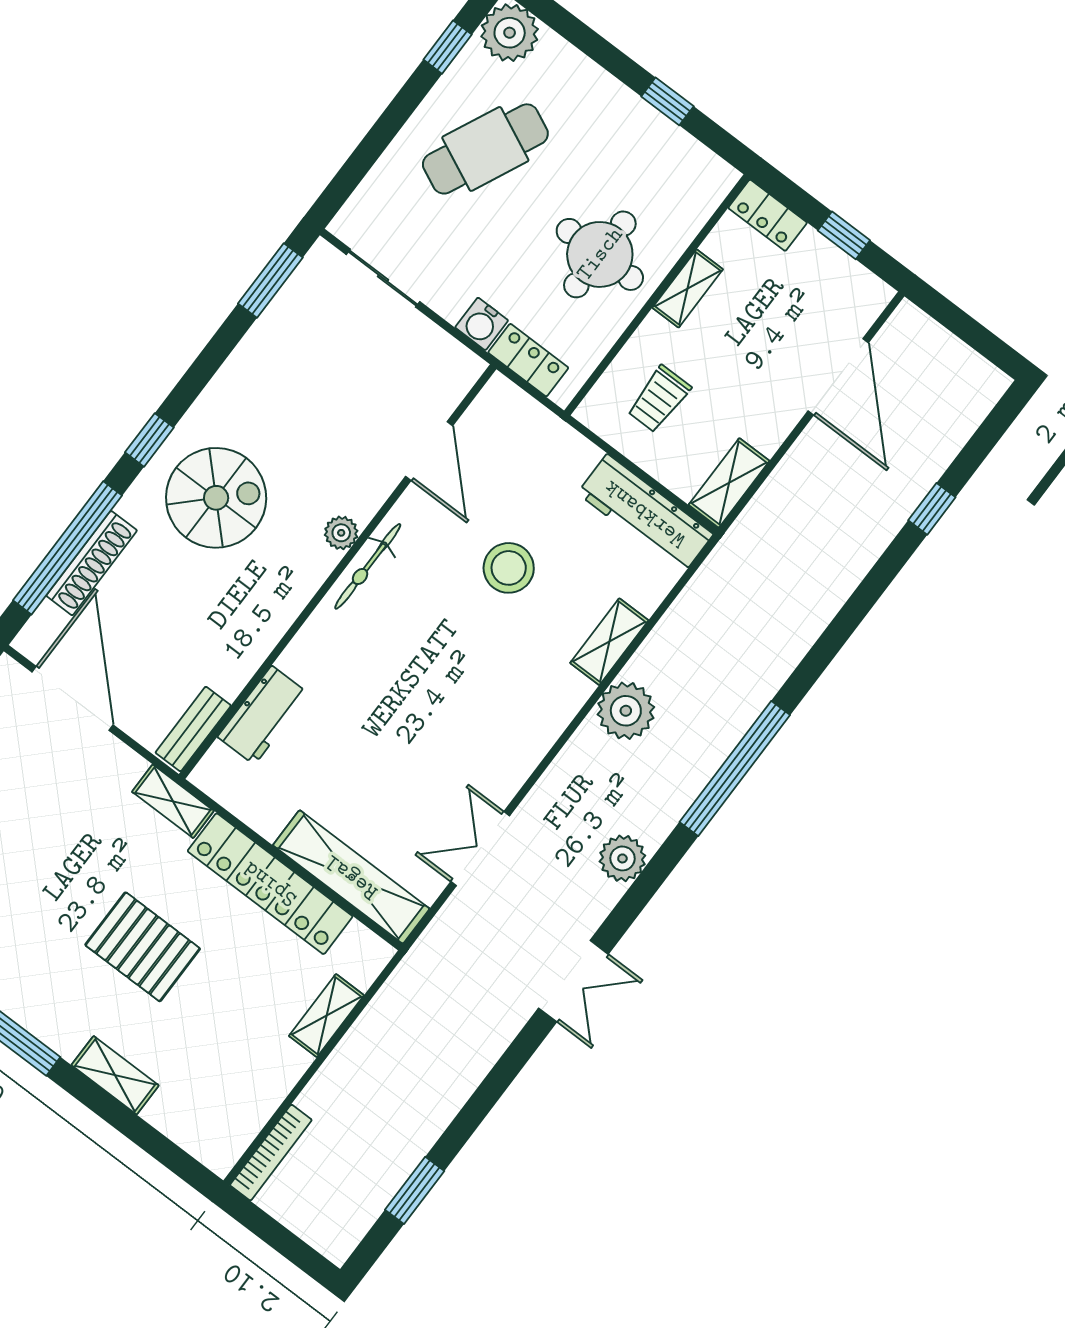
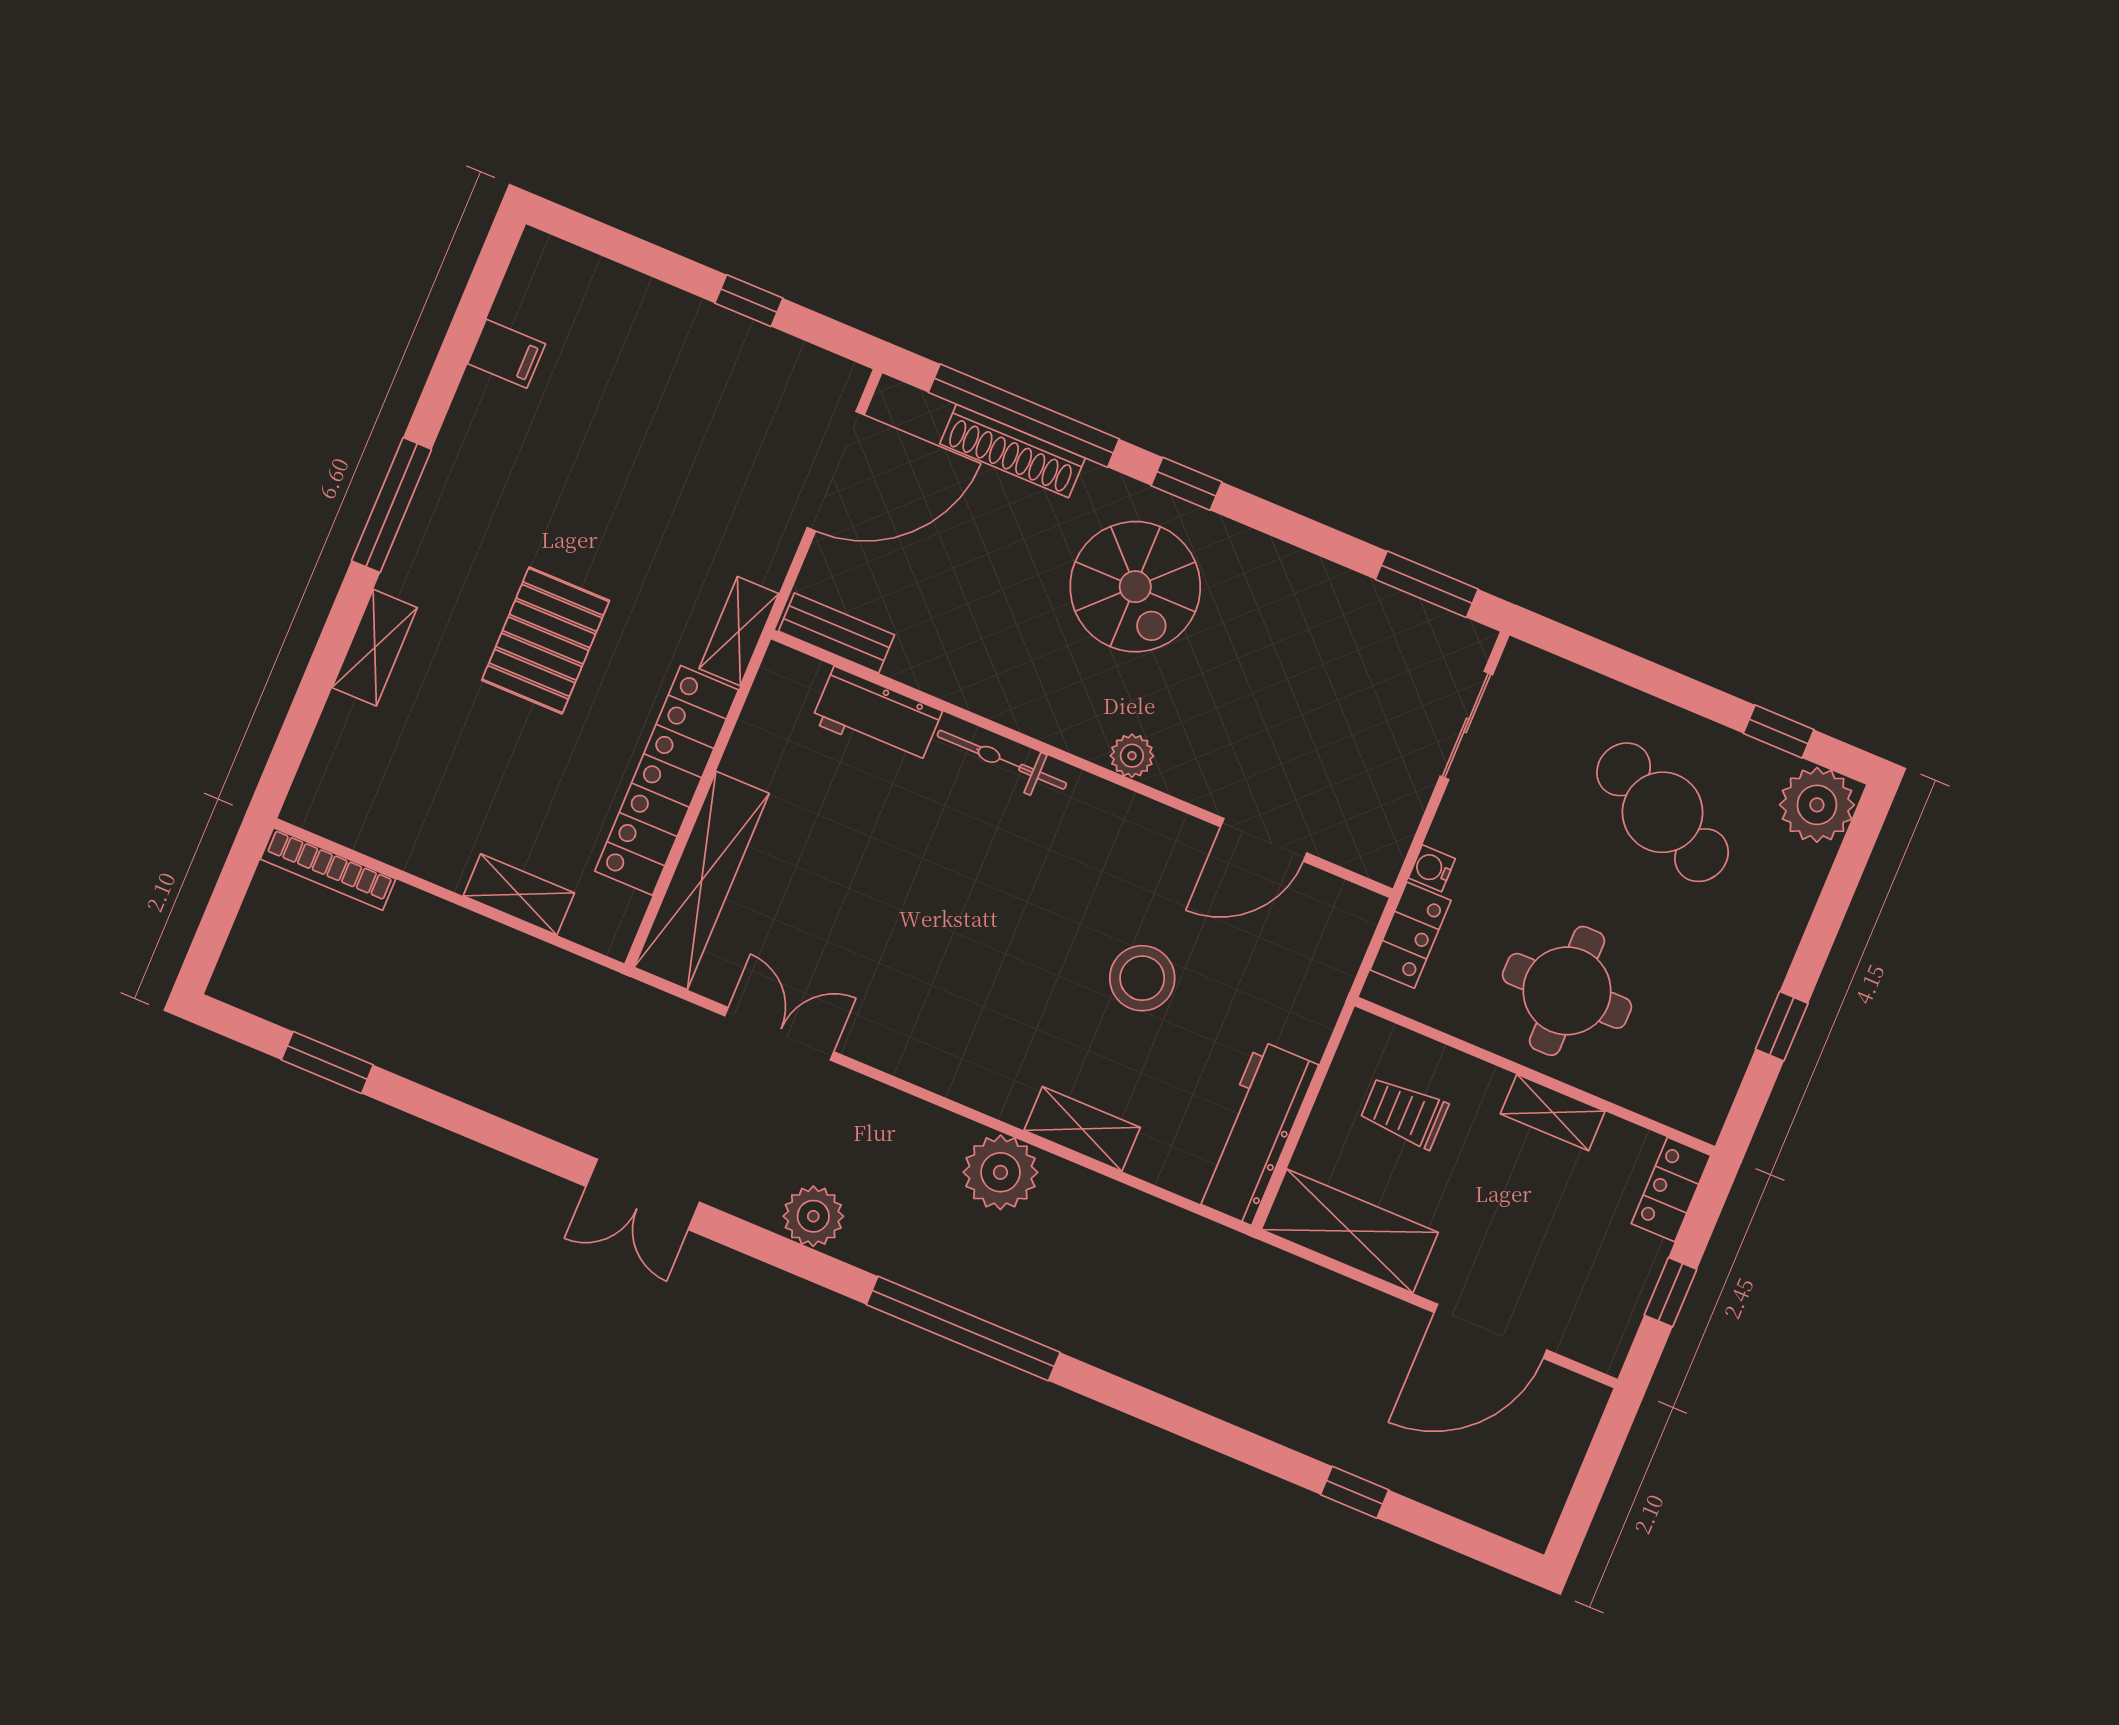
water cooler: (482, 324) -> (1432, 868), width x0.72, depth x0.72
shelving: (729, 483) -> (1350, 1231), width x1.50, depth x1.33
bicycle: (368, 566) -> (1002, 760), moved

